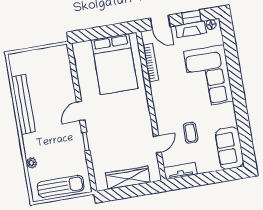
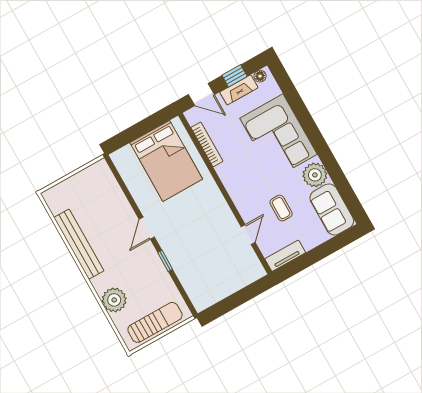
plant: (226, 117) -> (315, 175), added
plant: (31, 163) -> (114, 300), width x1.88, depth x1.88
wardrobe: (128, 178) -> (228, 285), removed

